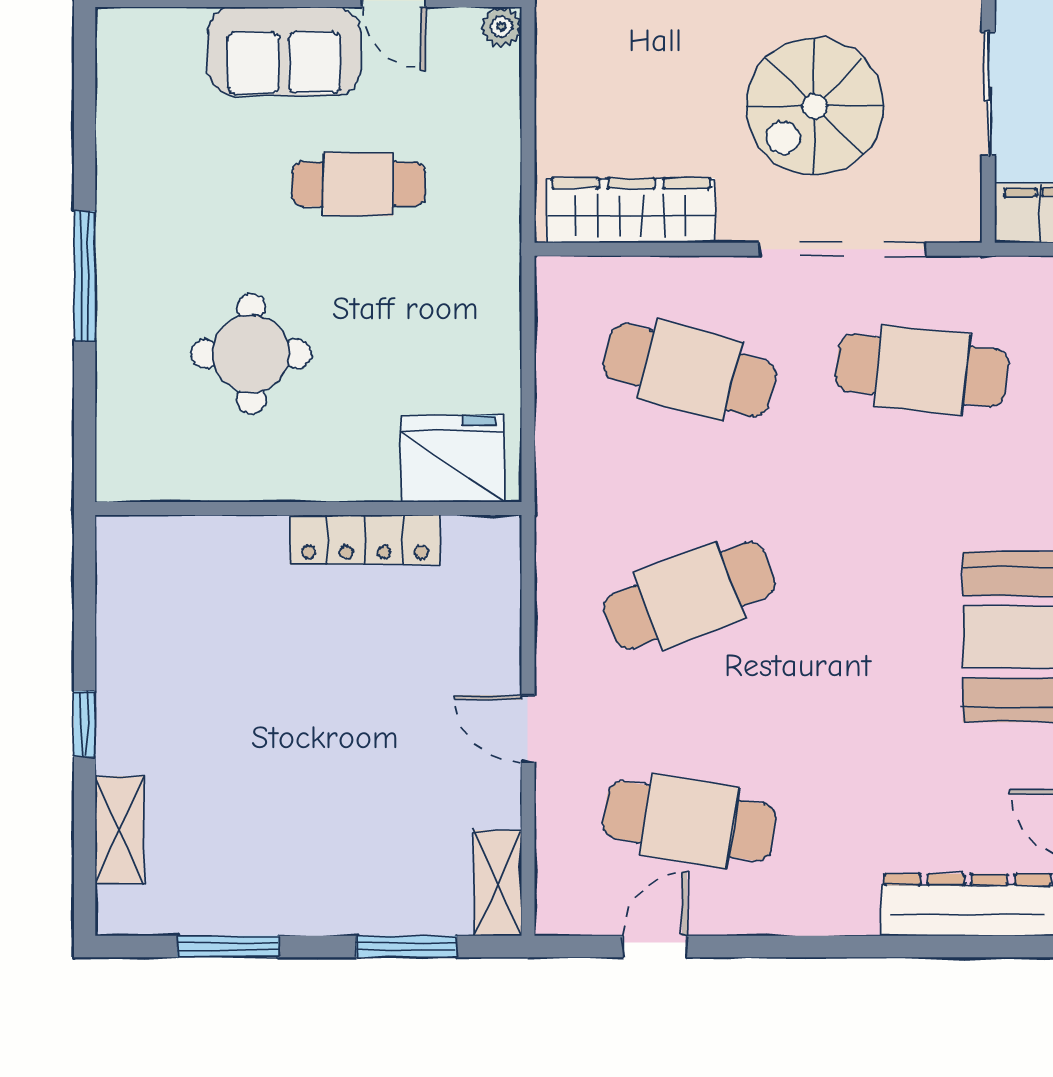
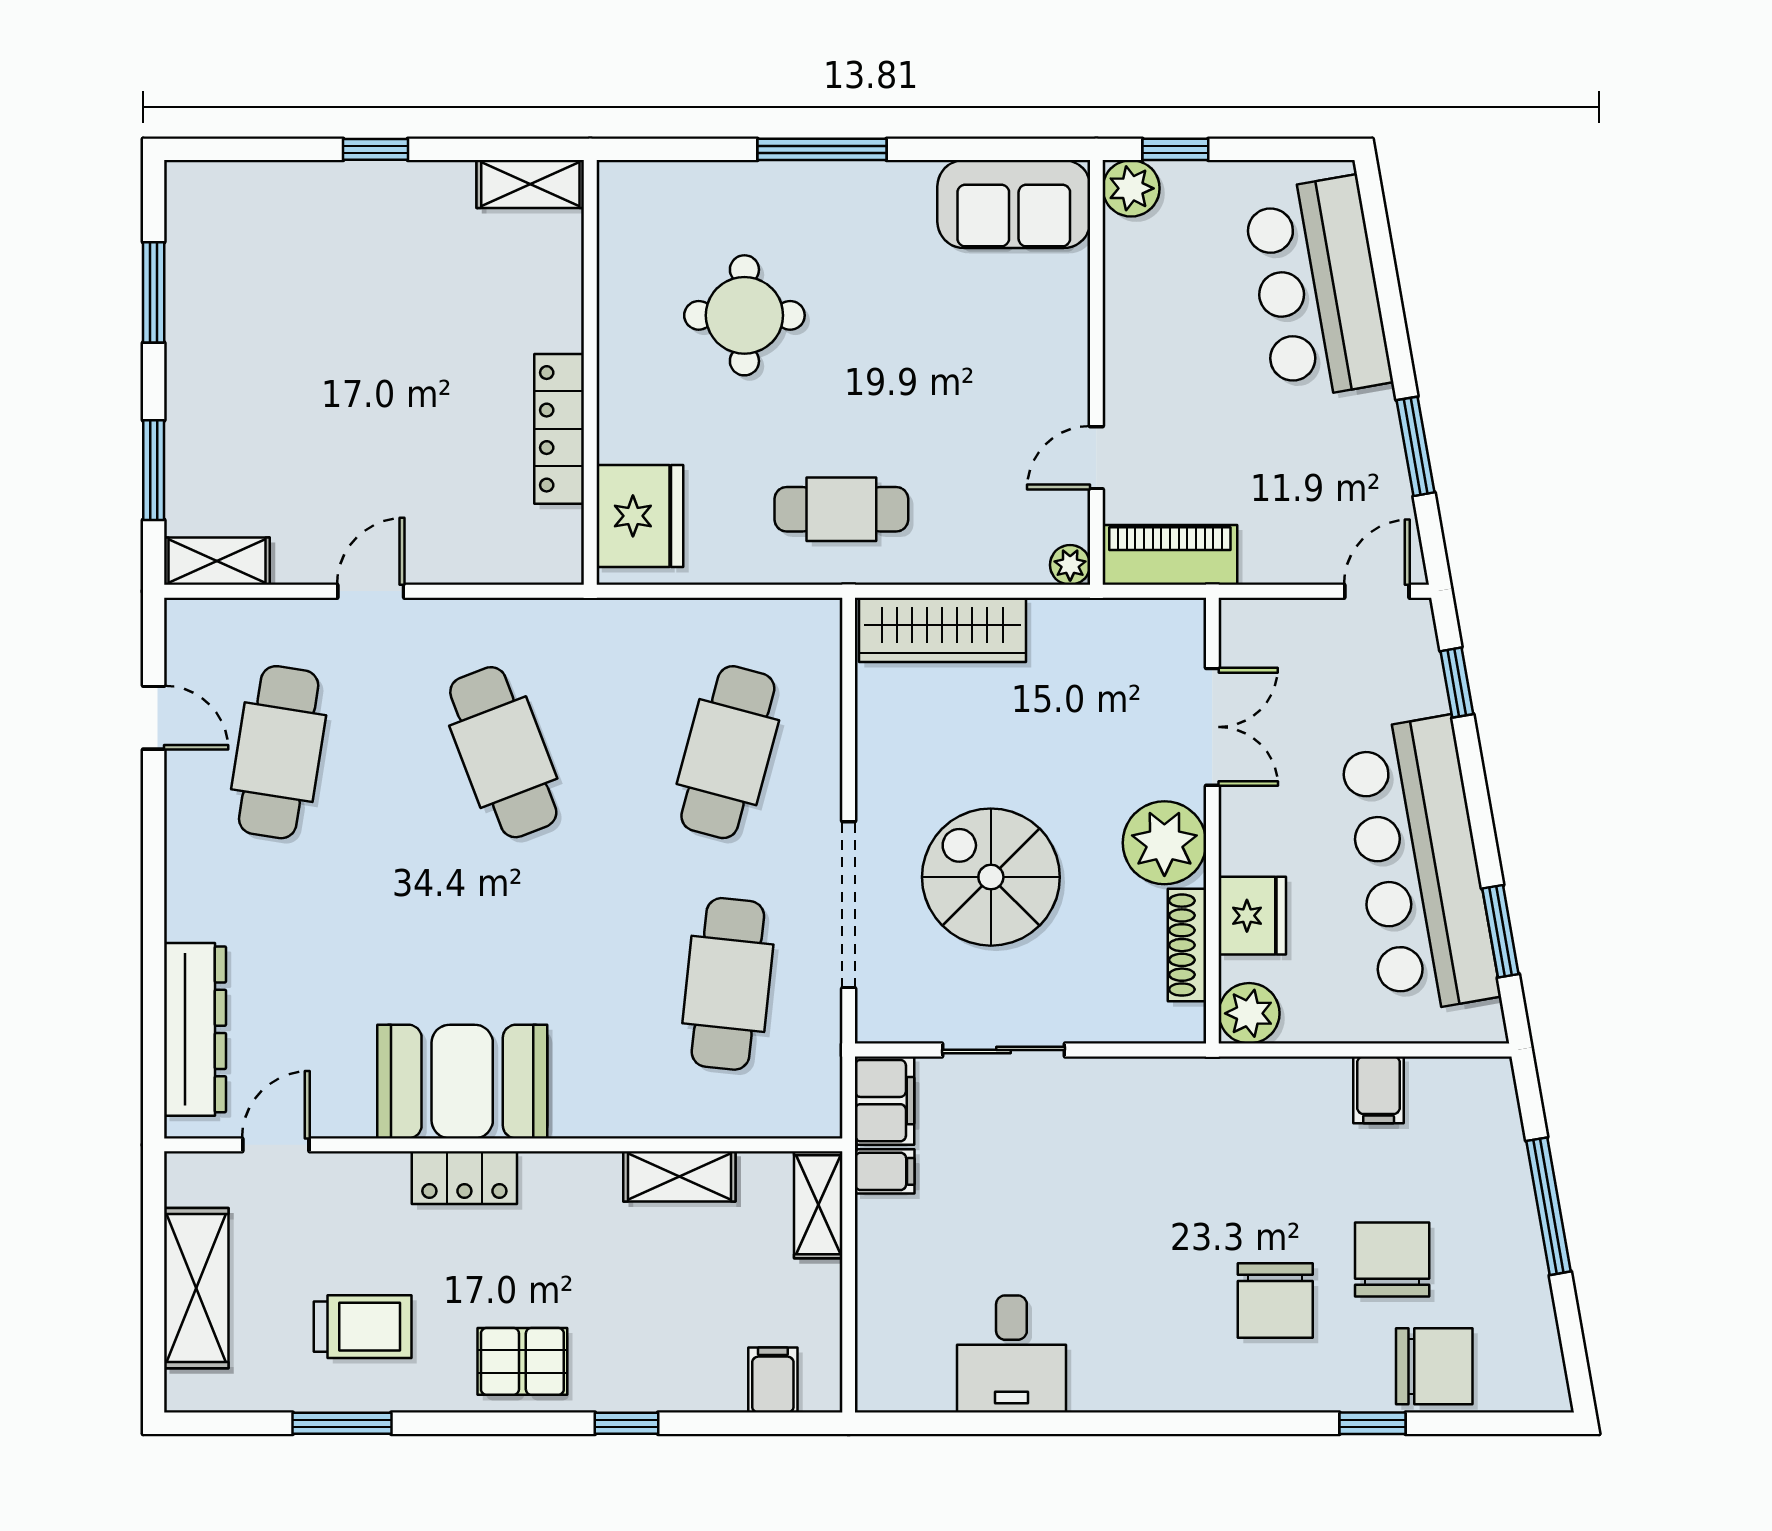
sofa: (284, 51) -> (1014, 204), moved, turned -90
cafe table: (358, 184) -> (841, 509), moved, turned 90
wardrobe: (631, 210) -> (942, 630), moved, turned 90
shelving: (119, 830) -> (530, 184), moved

